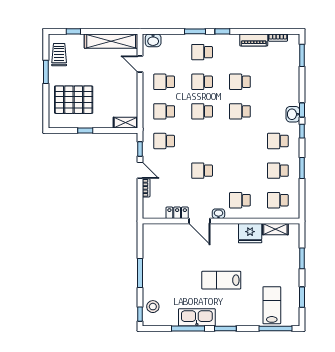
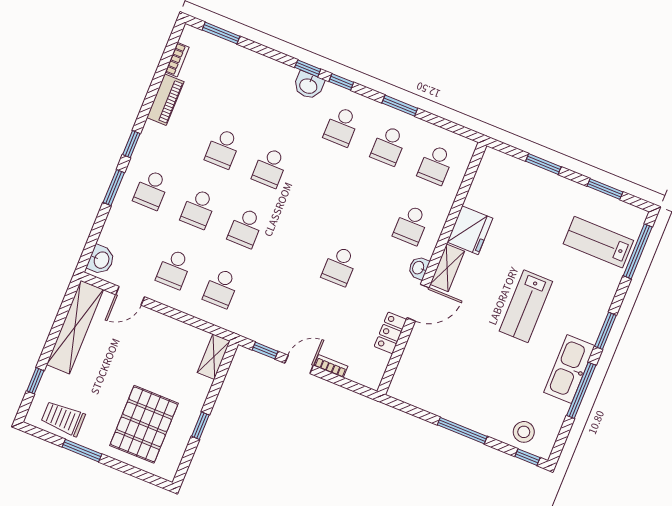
school desk: (164, 141) -> (268, 307), removed
shelving: (275, 229) -> (447, 268), moved

